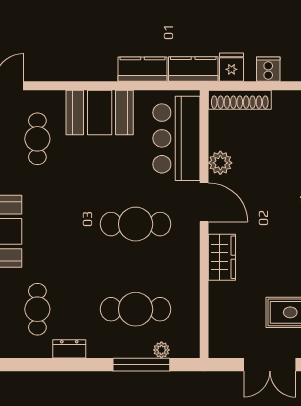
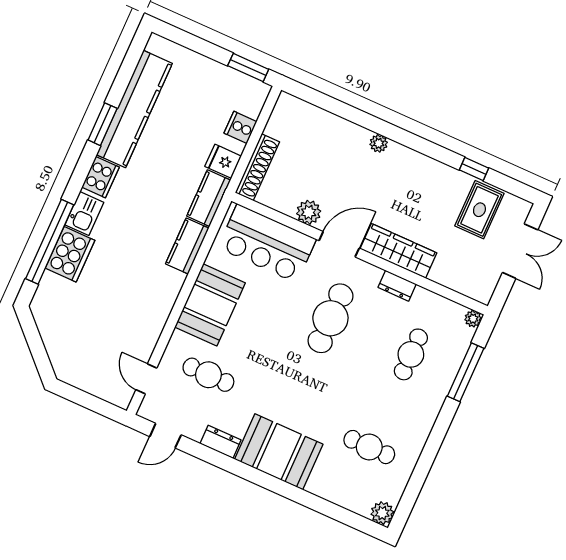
wardrobe: (222, 257) -> (398, 251), width x1.50
cafe table: (136, 309) -> (411, 354), width x0.73, depth x0.74
dresser: (69, 349) -> (397, 286), moved, turned -90
plant: (161, 350) -> (473, 319), moved

